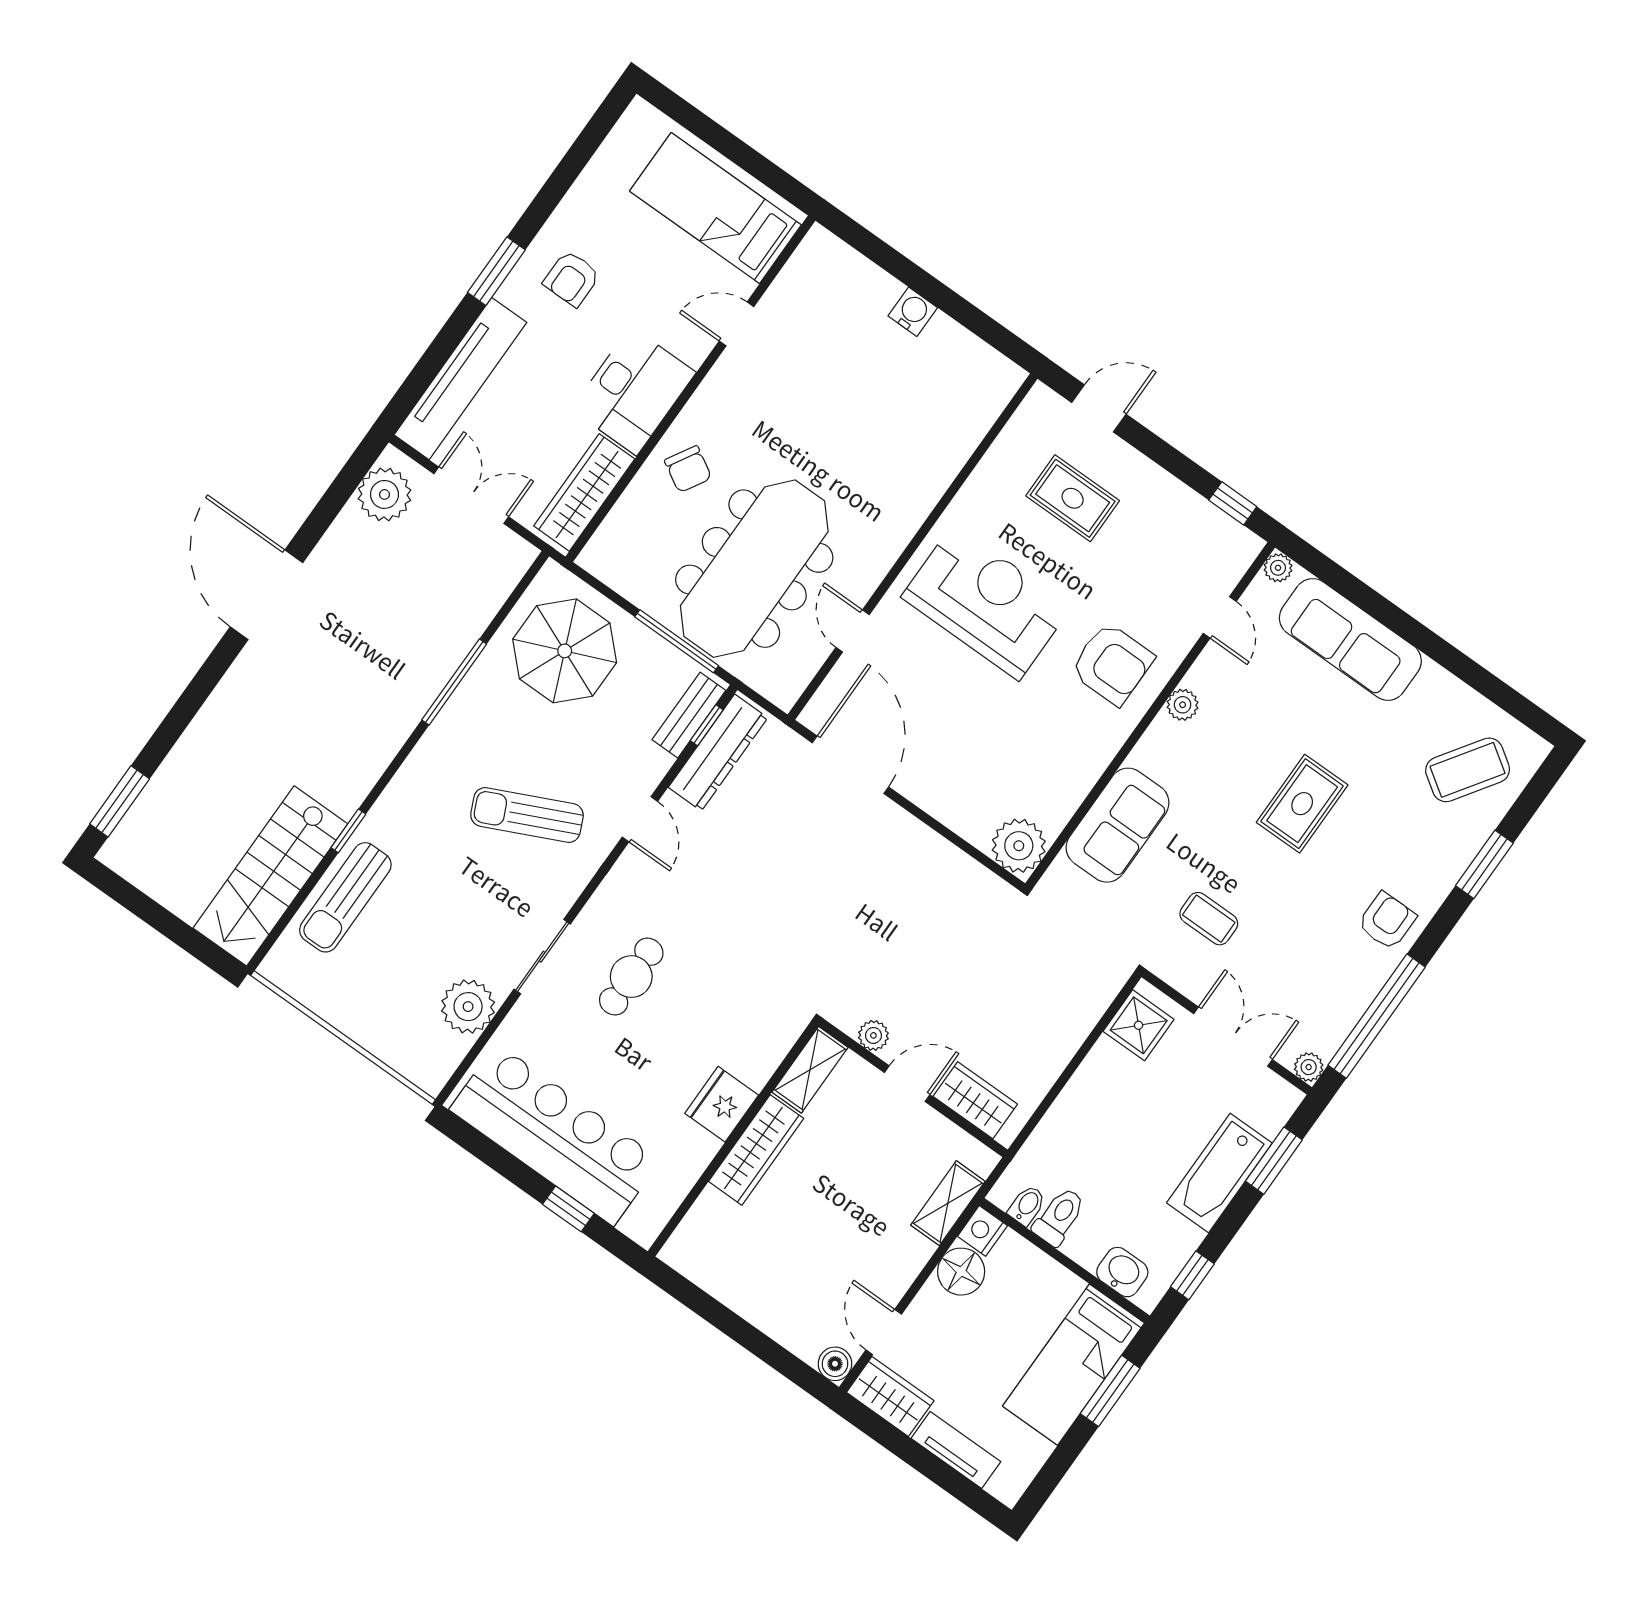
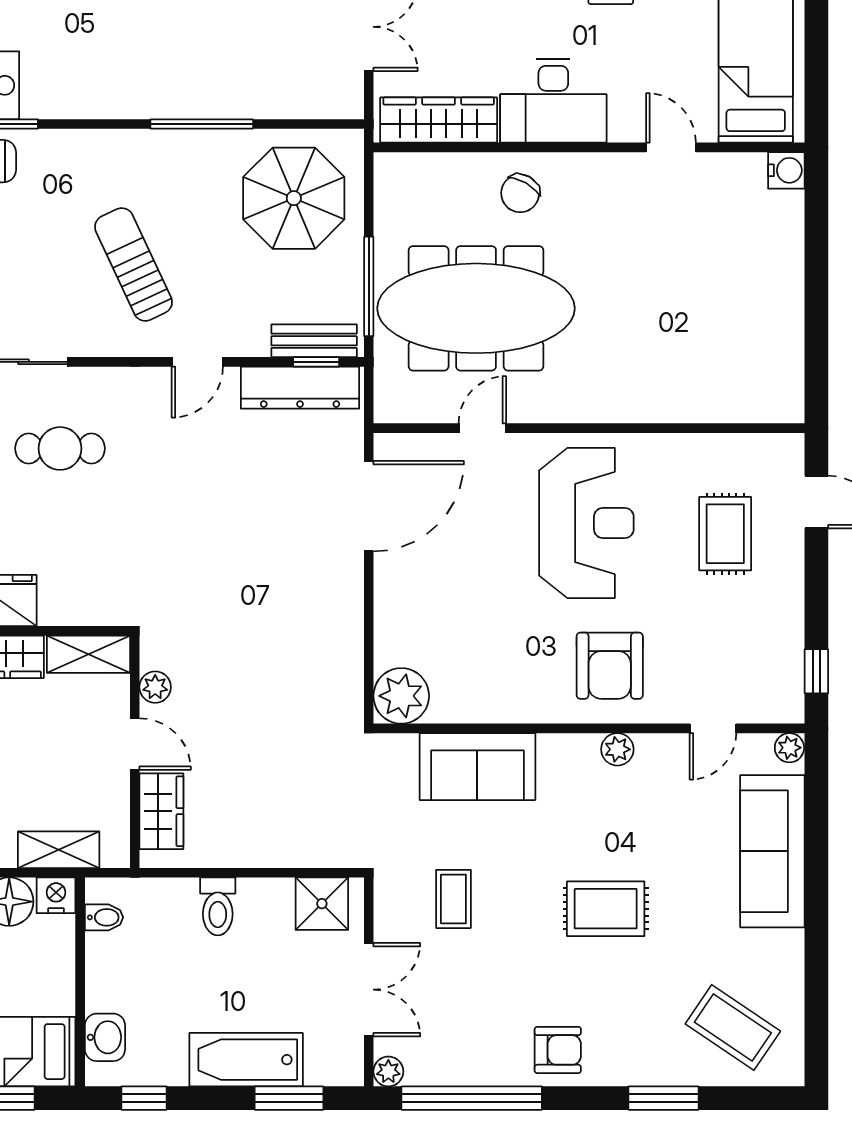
water cooler: (913, 312) -> (786, 170), moved
toilet: (1059, 1217) -> (218, 906), moved, turned 90

